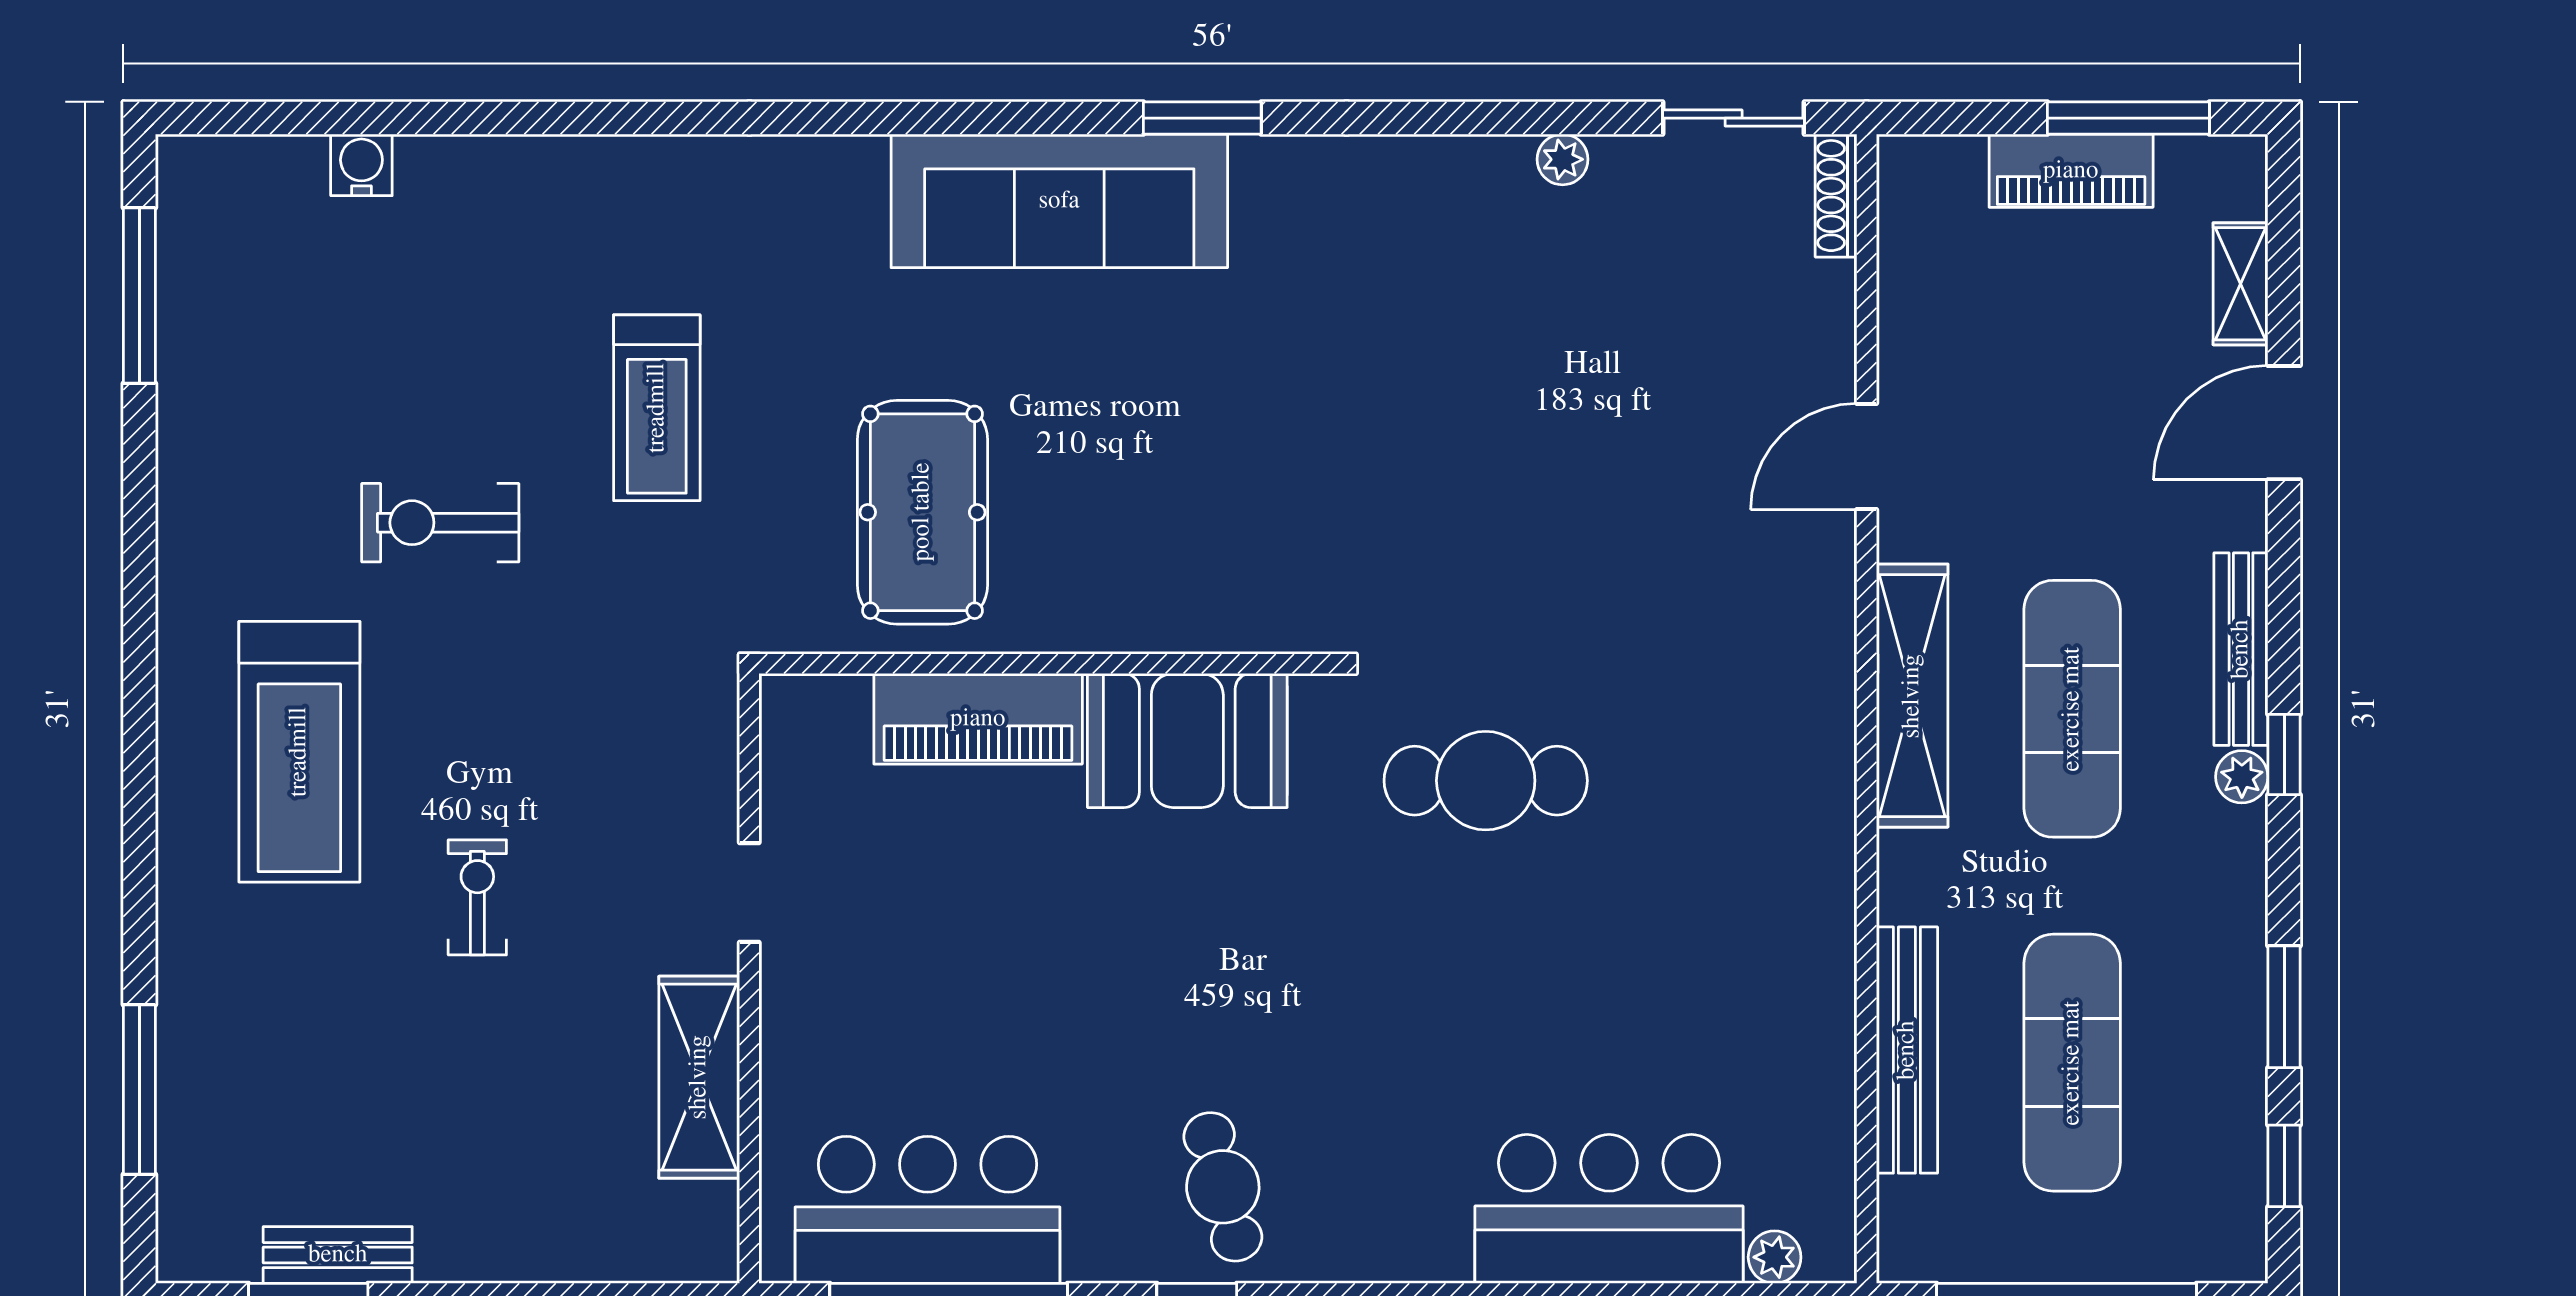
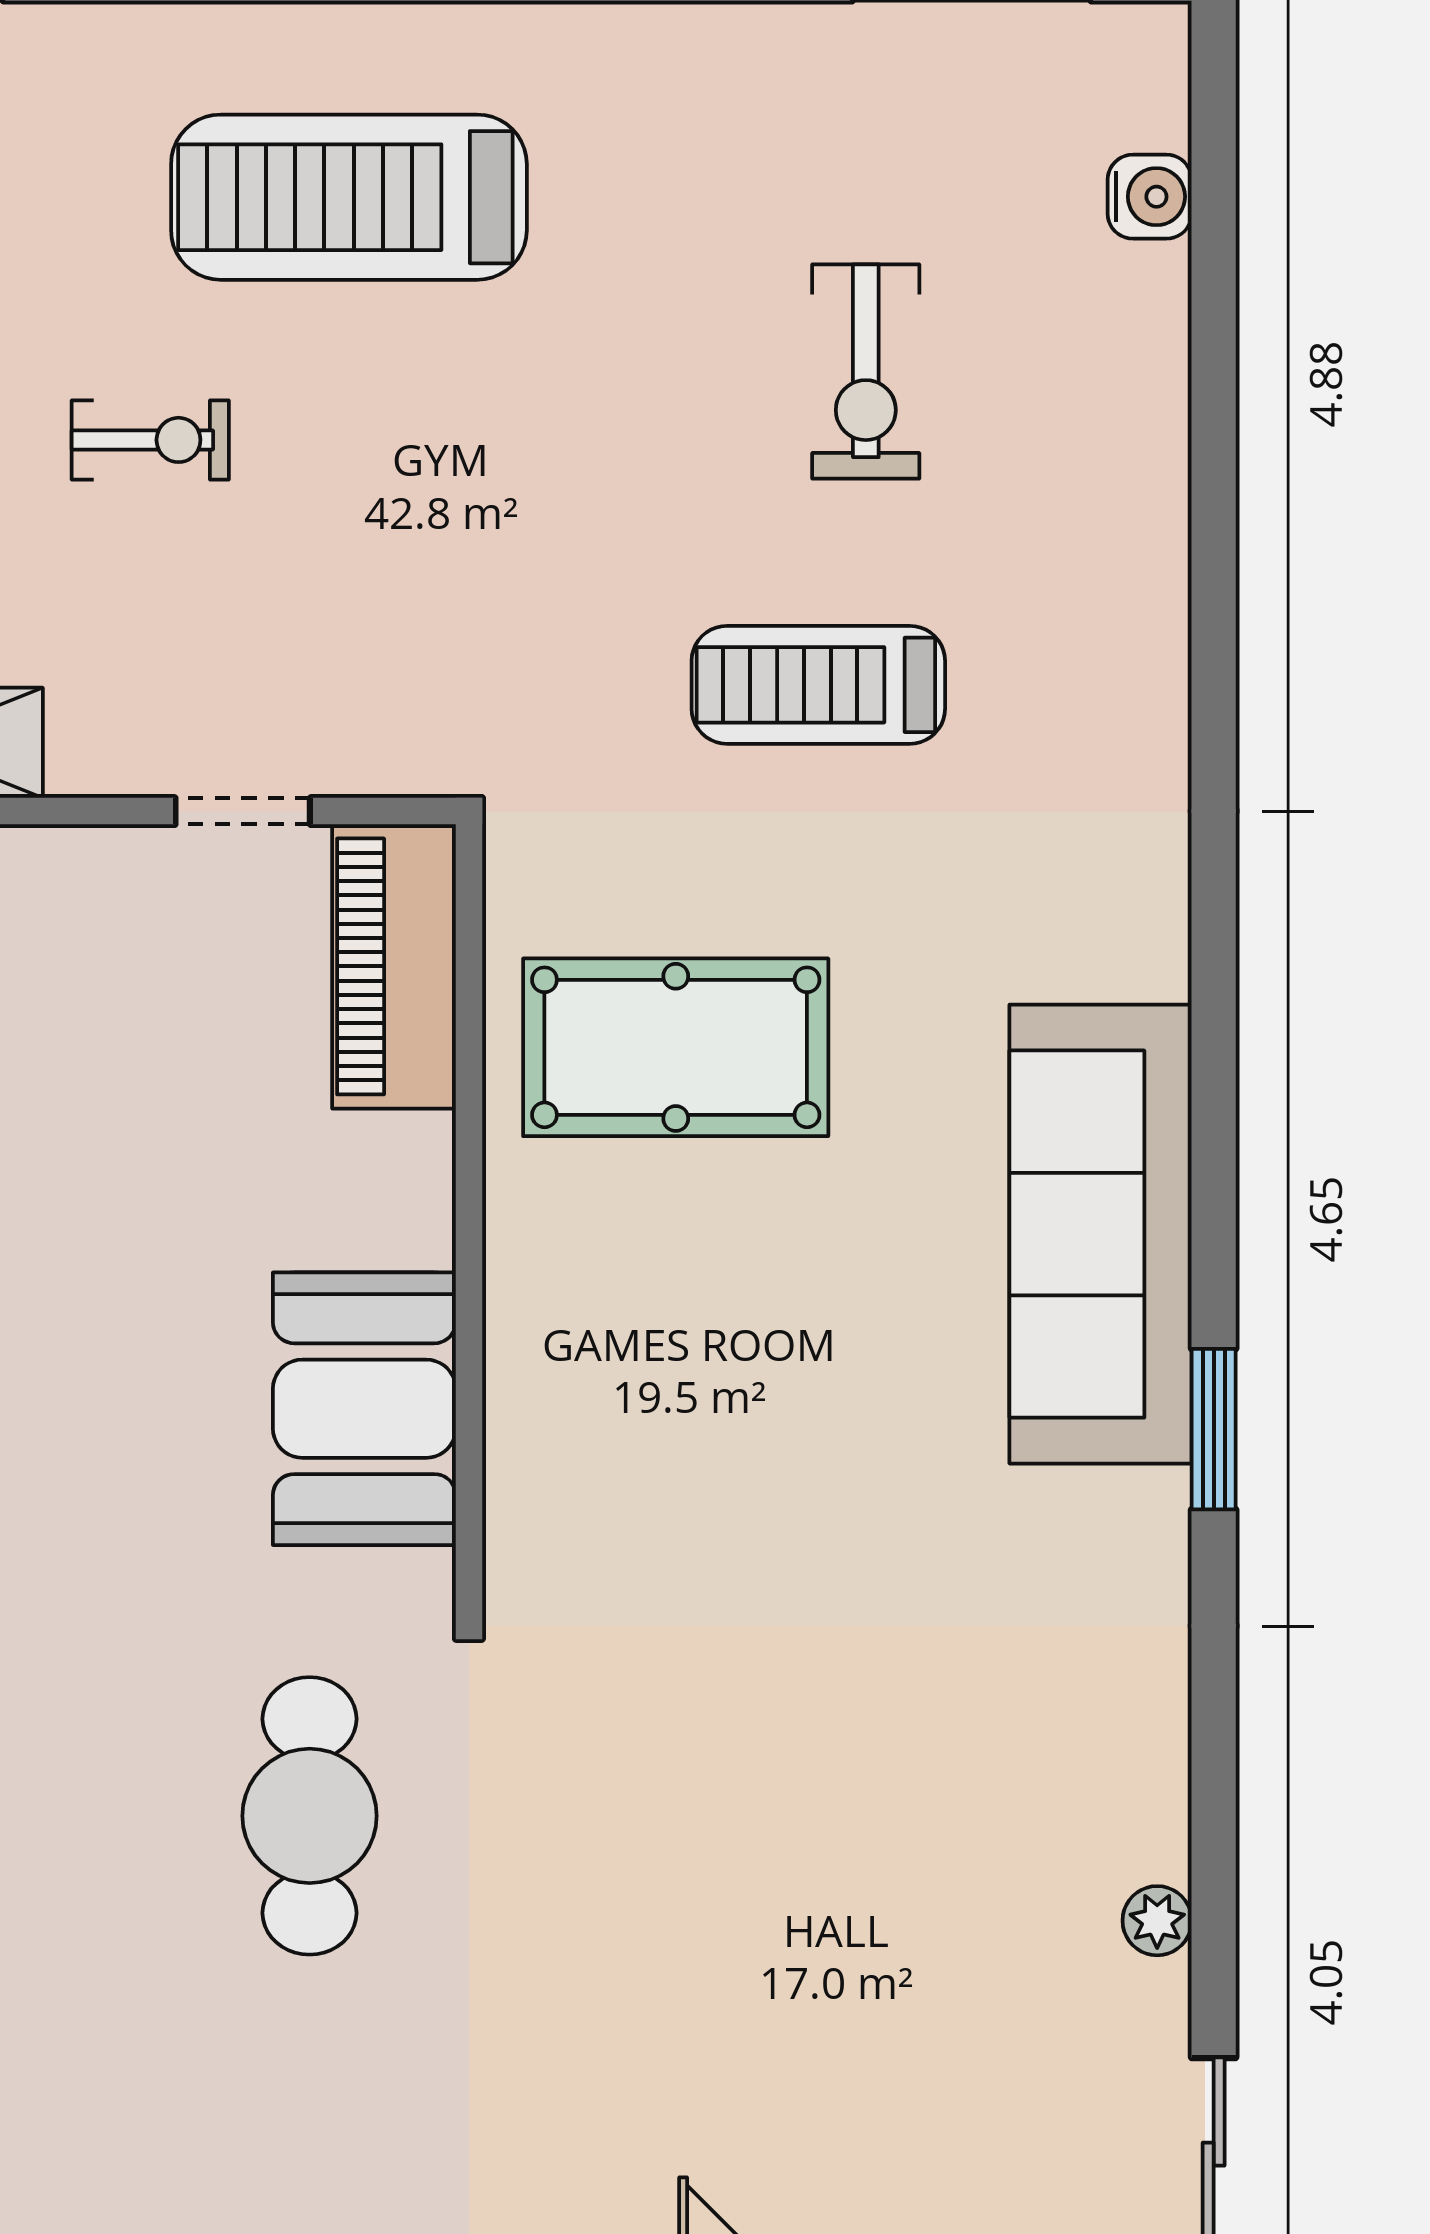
water cooler: (361, 165) -> (1150, 197), moved
exercise bike: (440, 523) -> (866, 371), moved, turned 180
piano: (978, 719) -> (394, 966), moved
doorway: (749, 892) -> (243, 811), moved

